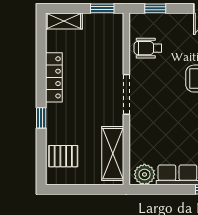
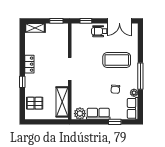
wheelchair: (148, 48) -> (99, 31), moved
locker: (54, 77) -> (29, 64), width x0.66

